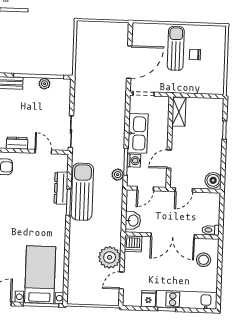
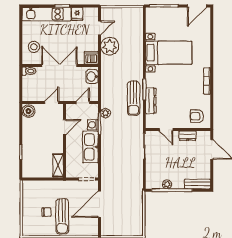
sun lounger: (82, 192) -> (134, 98), width x0.73, depth x0.75
bed with nightstands: (40, 275) -> (169, 53), moved, turned -90

